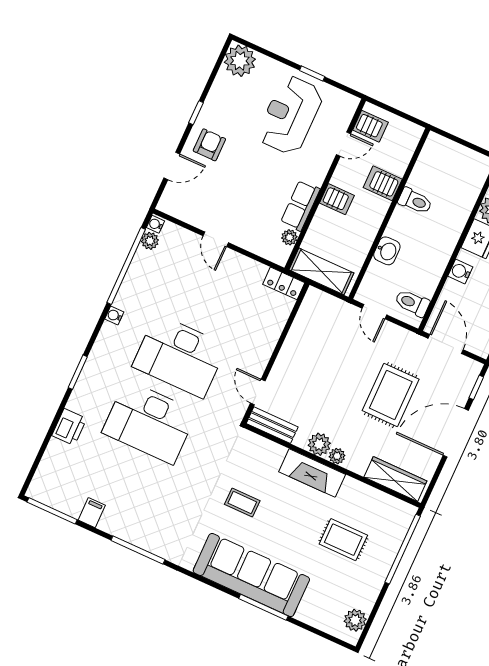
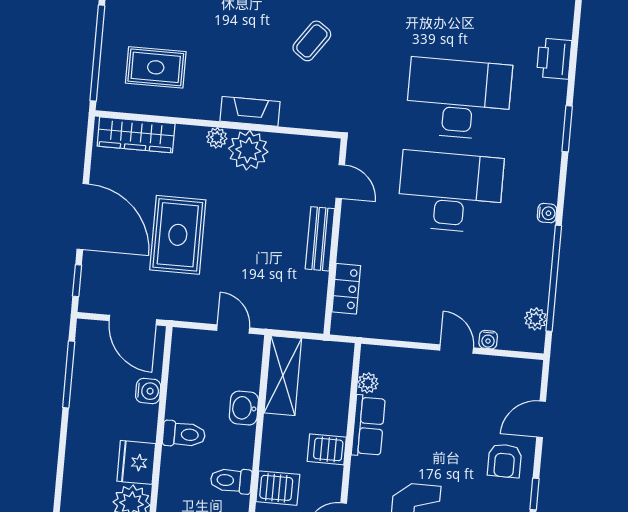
water cooler: (155, 224) -> (488, 340), moved, turned 90
shelving: (321, 271) -> (283, 376), moved, turned 90
water cooler: (460, 271) -> (148, 391), moved
locker: (284, 283) -> (346, 289), moved, turned 90
toilet: (412, 303) -> (184, 434), moved
bench: (272, 425) -> (320, 239), moved, turned 90
door: (456, 433) -> (83, 217), hinge flipped
plant: (319, 444) -> (248, 150), width x1.36, depth x1.36
fireplace: (312, 473) -> (250, 111), width x0.73, depth x0.76
coffee table: (242, 502) -> (312, 41), turned -55
rug: (343, 540) -> (156, 67), moved

